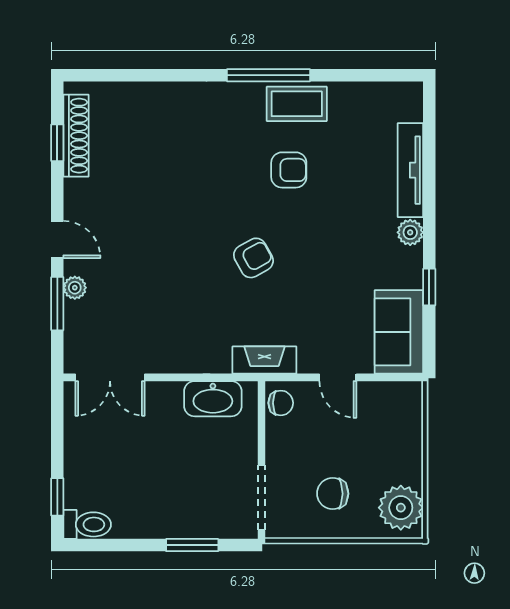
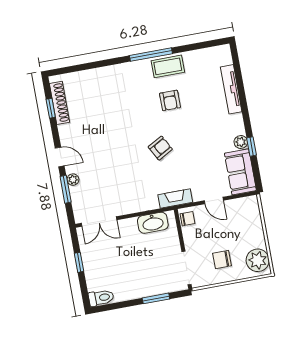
armchair: (289, 170) -> (170, 100), turned 90
plant: (410, 232) -> (241, 142), moved
window: (57, 497) -> (79, 262), moved

